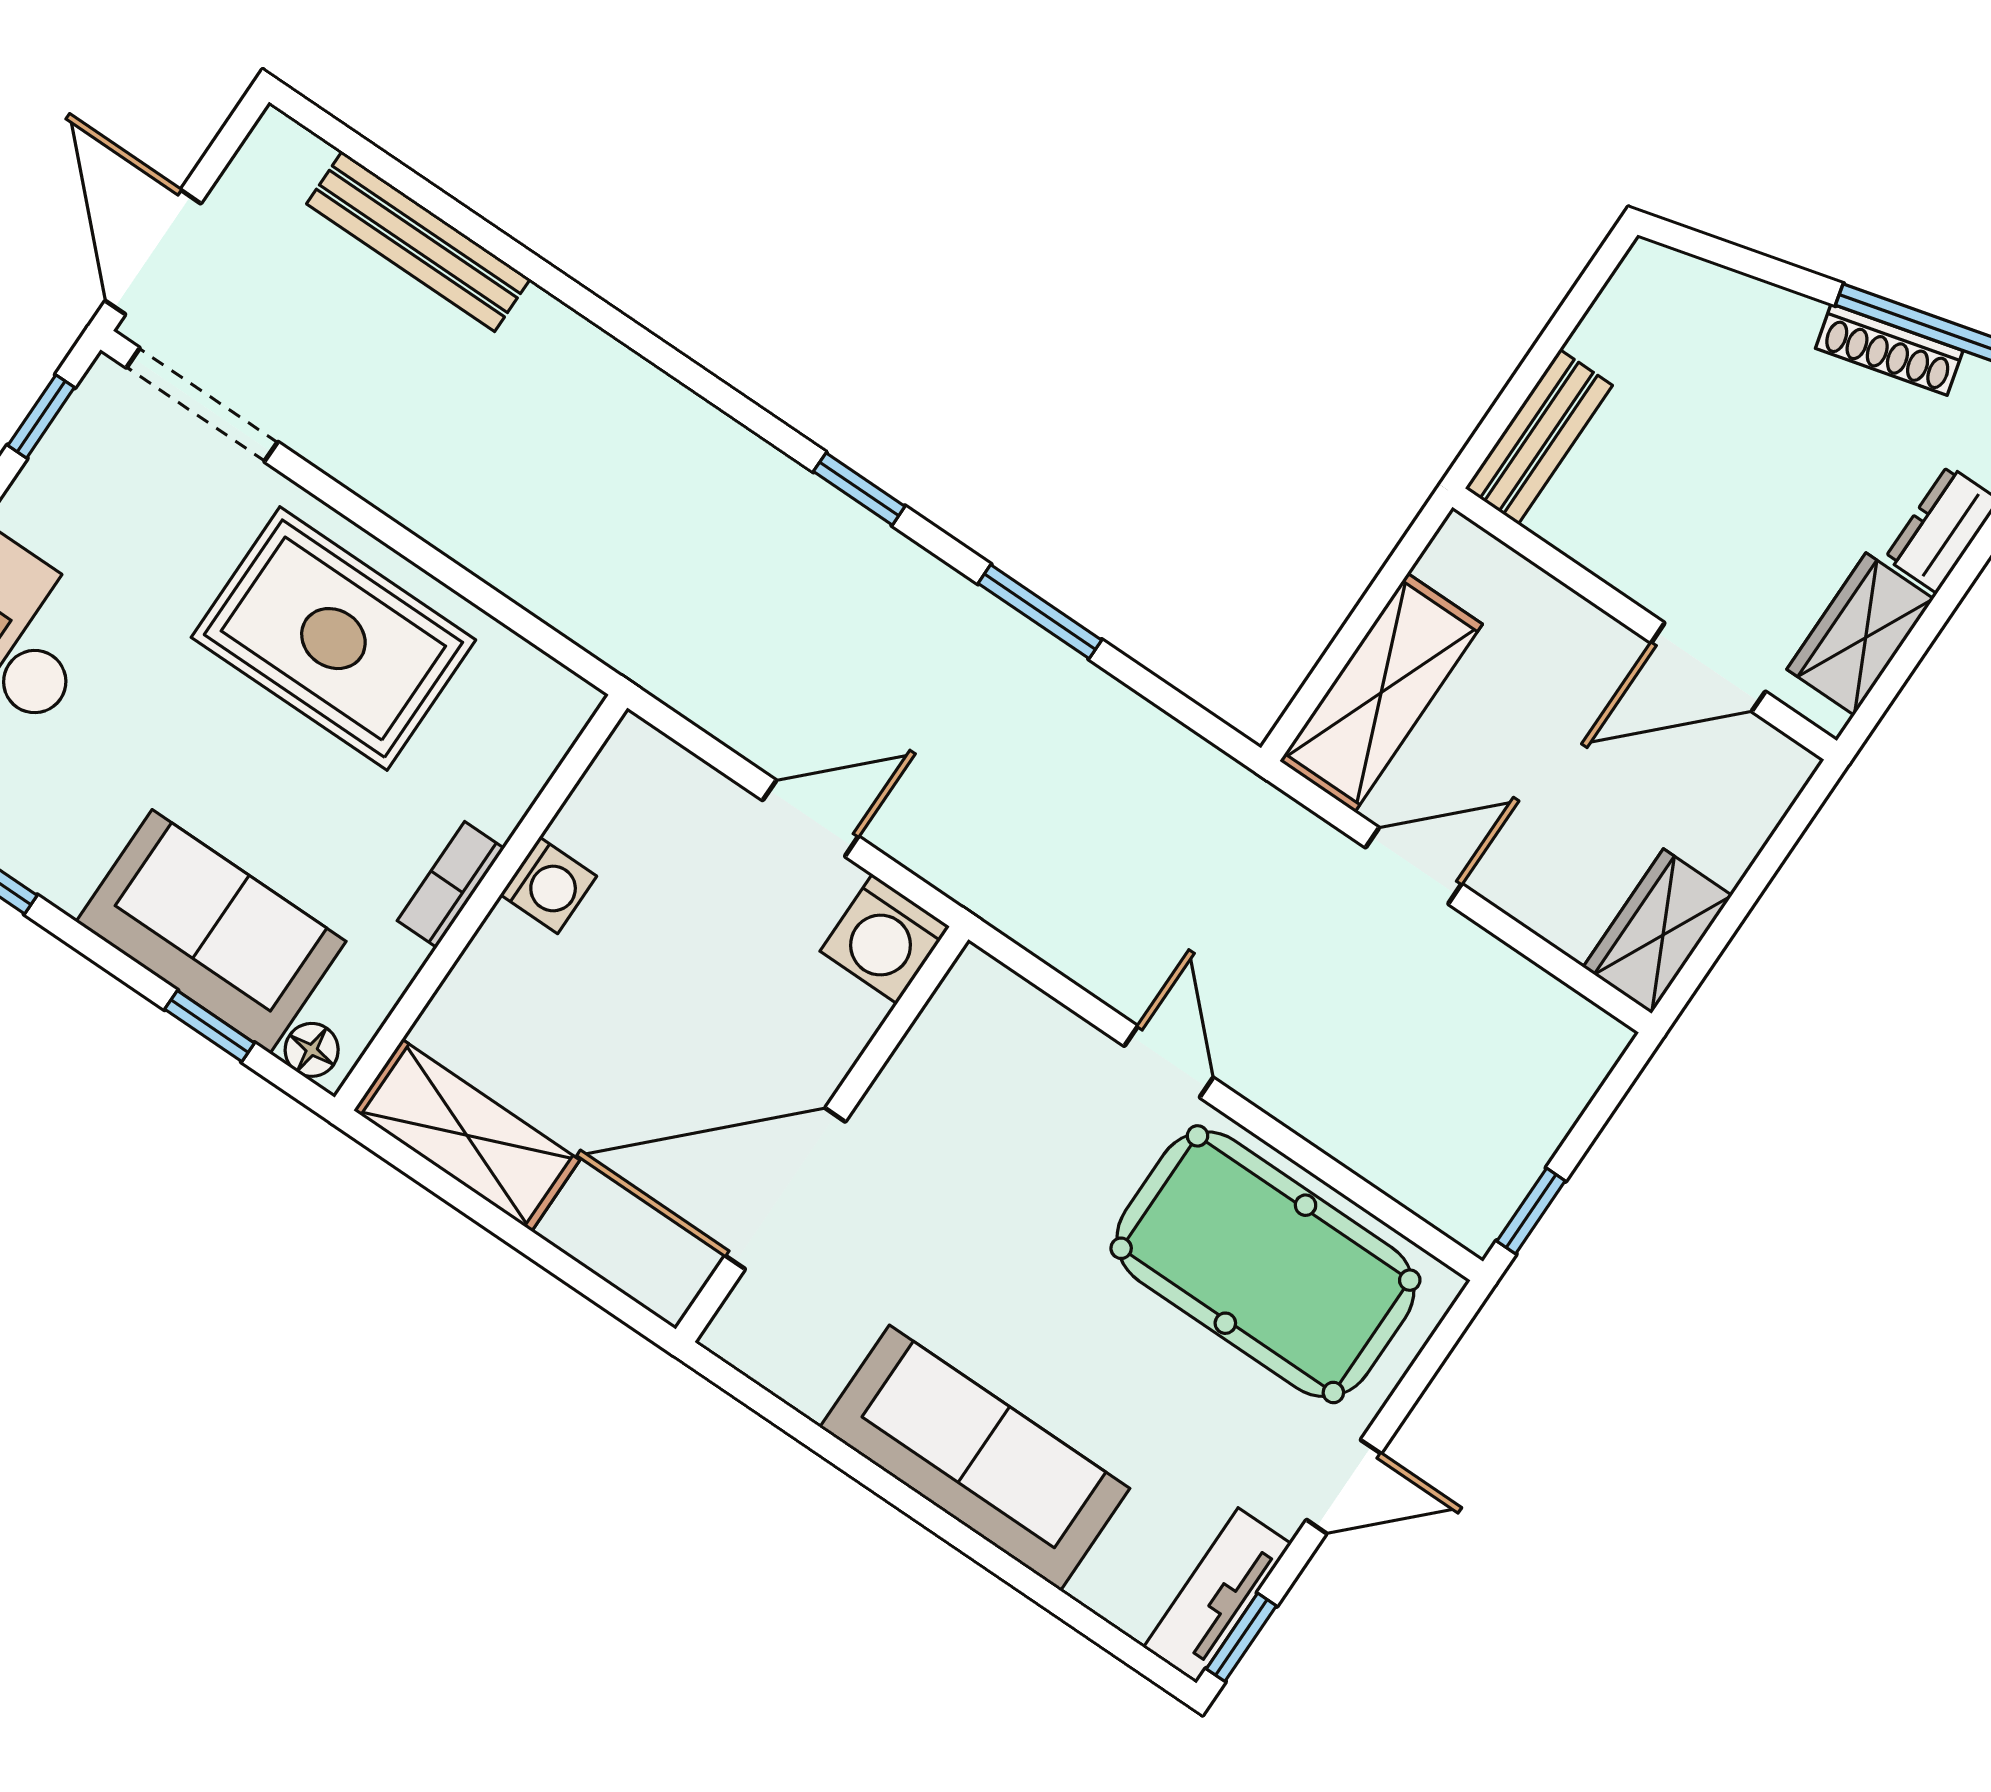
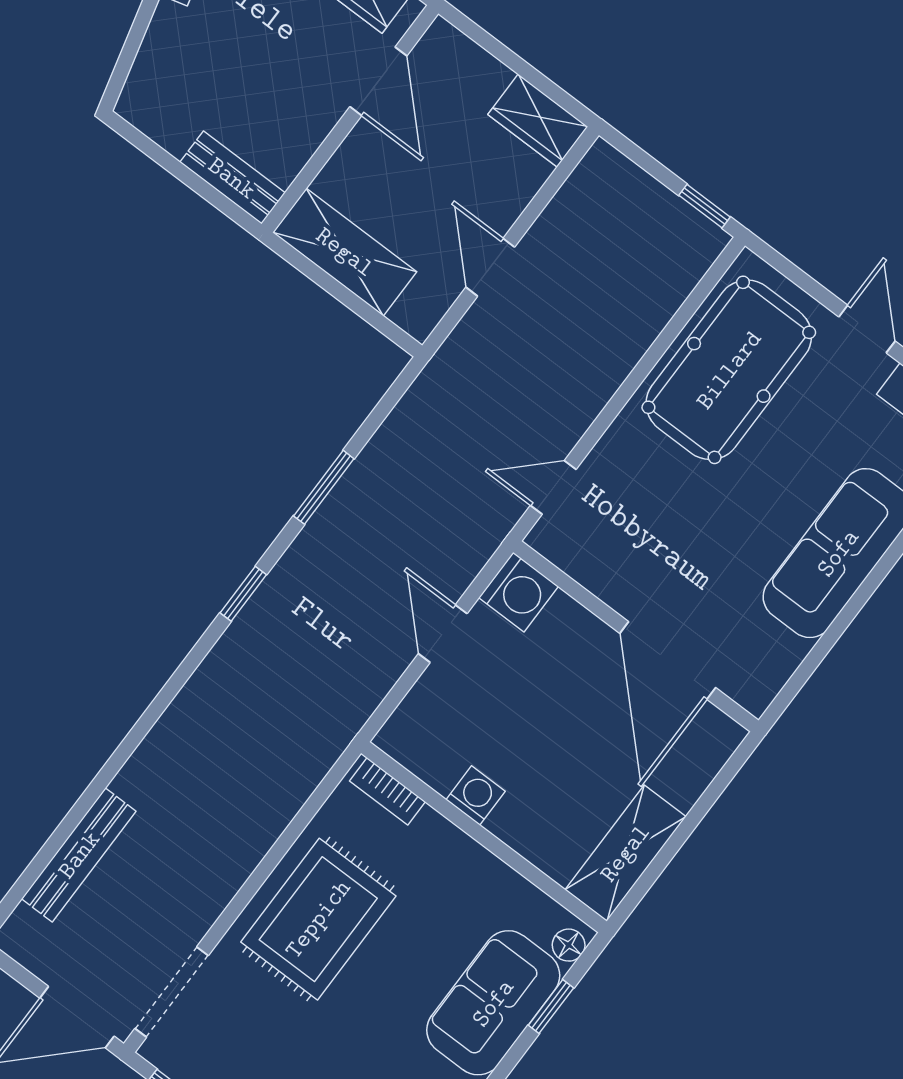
shelving: (1381, 693) -> (345, 252), moved
bookcase: (451, 884) -> (388, 791), moved
door: (1169, 1062) -> (553, 487), moved

